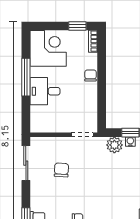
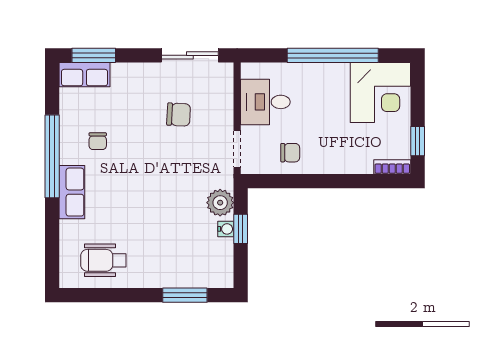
chair: (91, 75) -> (290, 153), moved
window: (26, 77) -> (333, 55), width x1.46
desk: (45, 91) -> (265, 102), moved, turned -90

